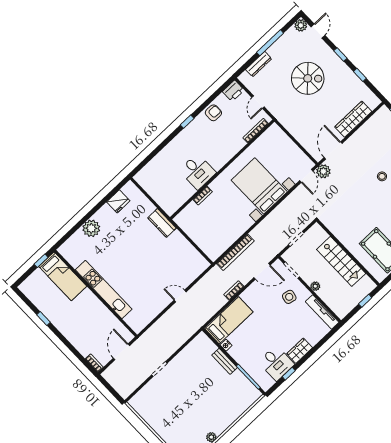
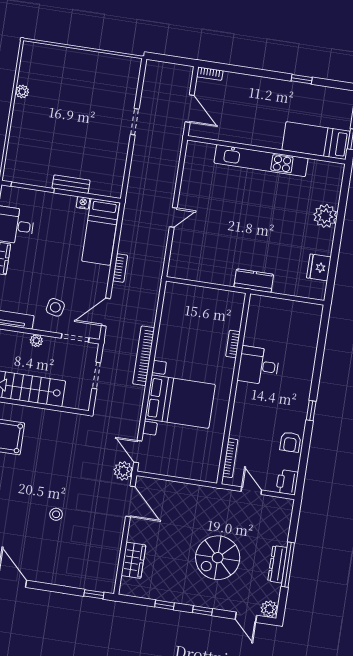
dresser: (259, 64) -> (277, 564), moved
wardrobe: (353, 119) -> (133, 560), width x0.67
bookcase: (235, 252) -> (144, 356), moved

